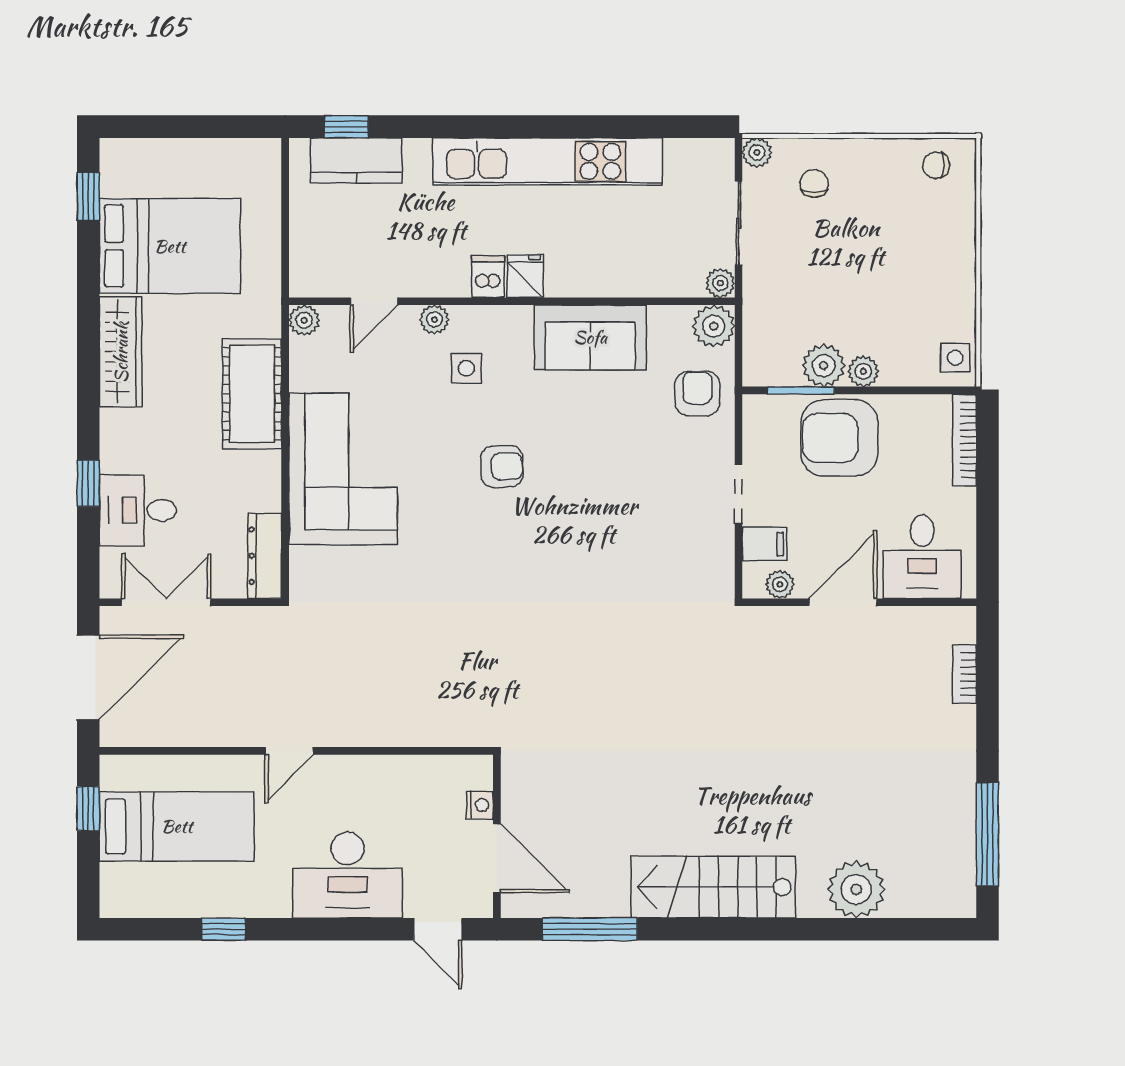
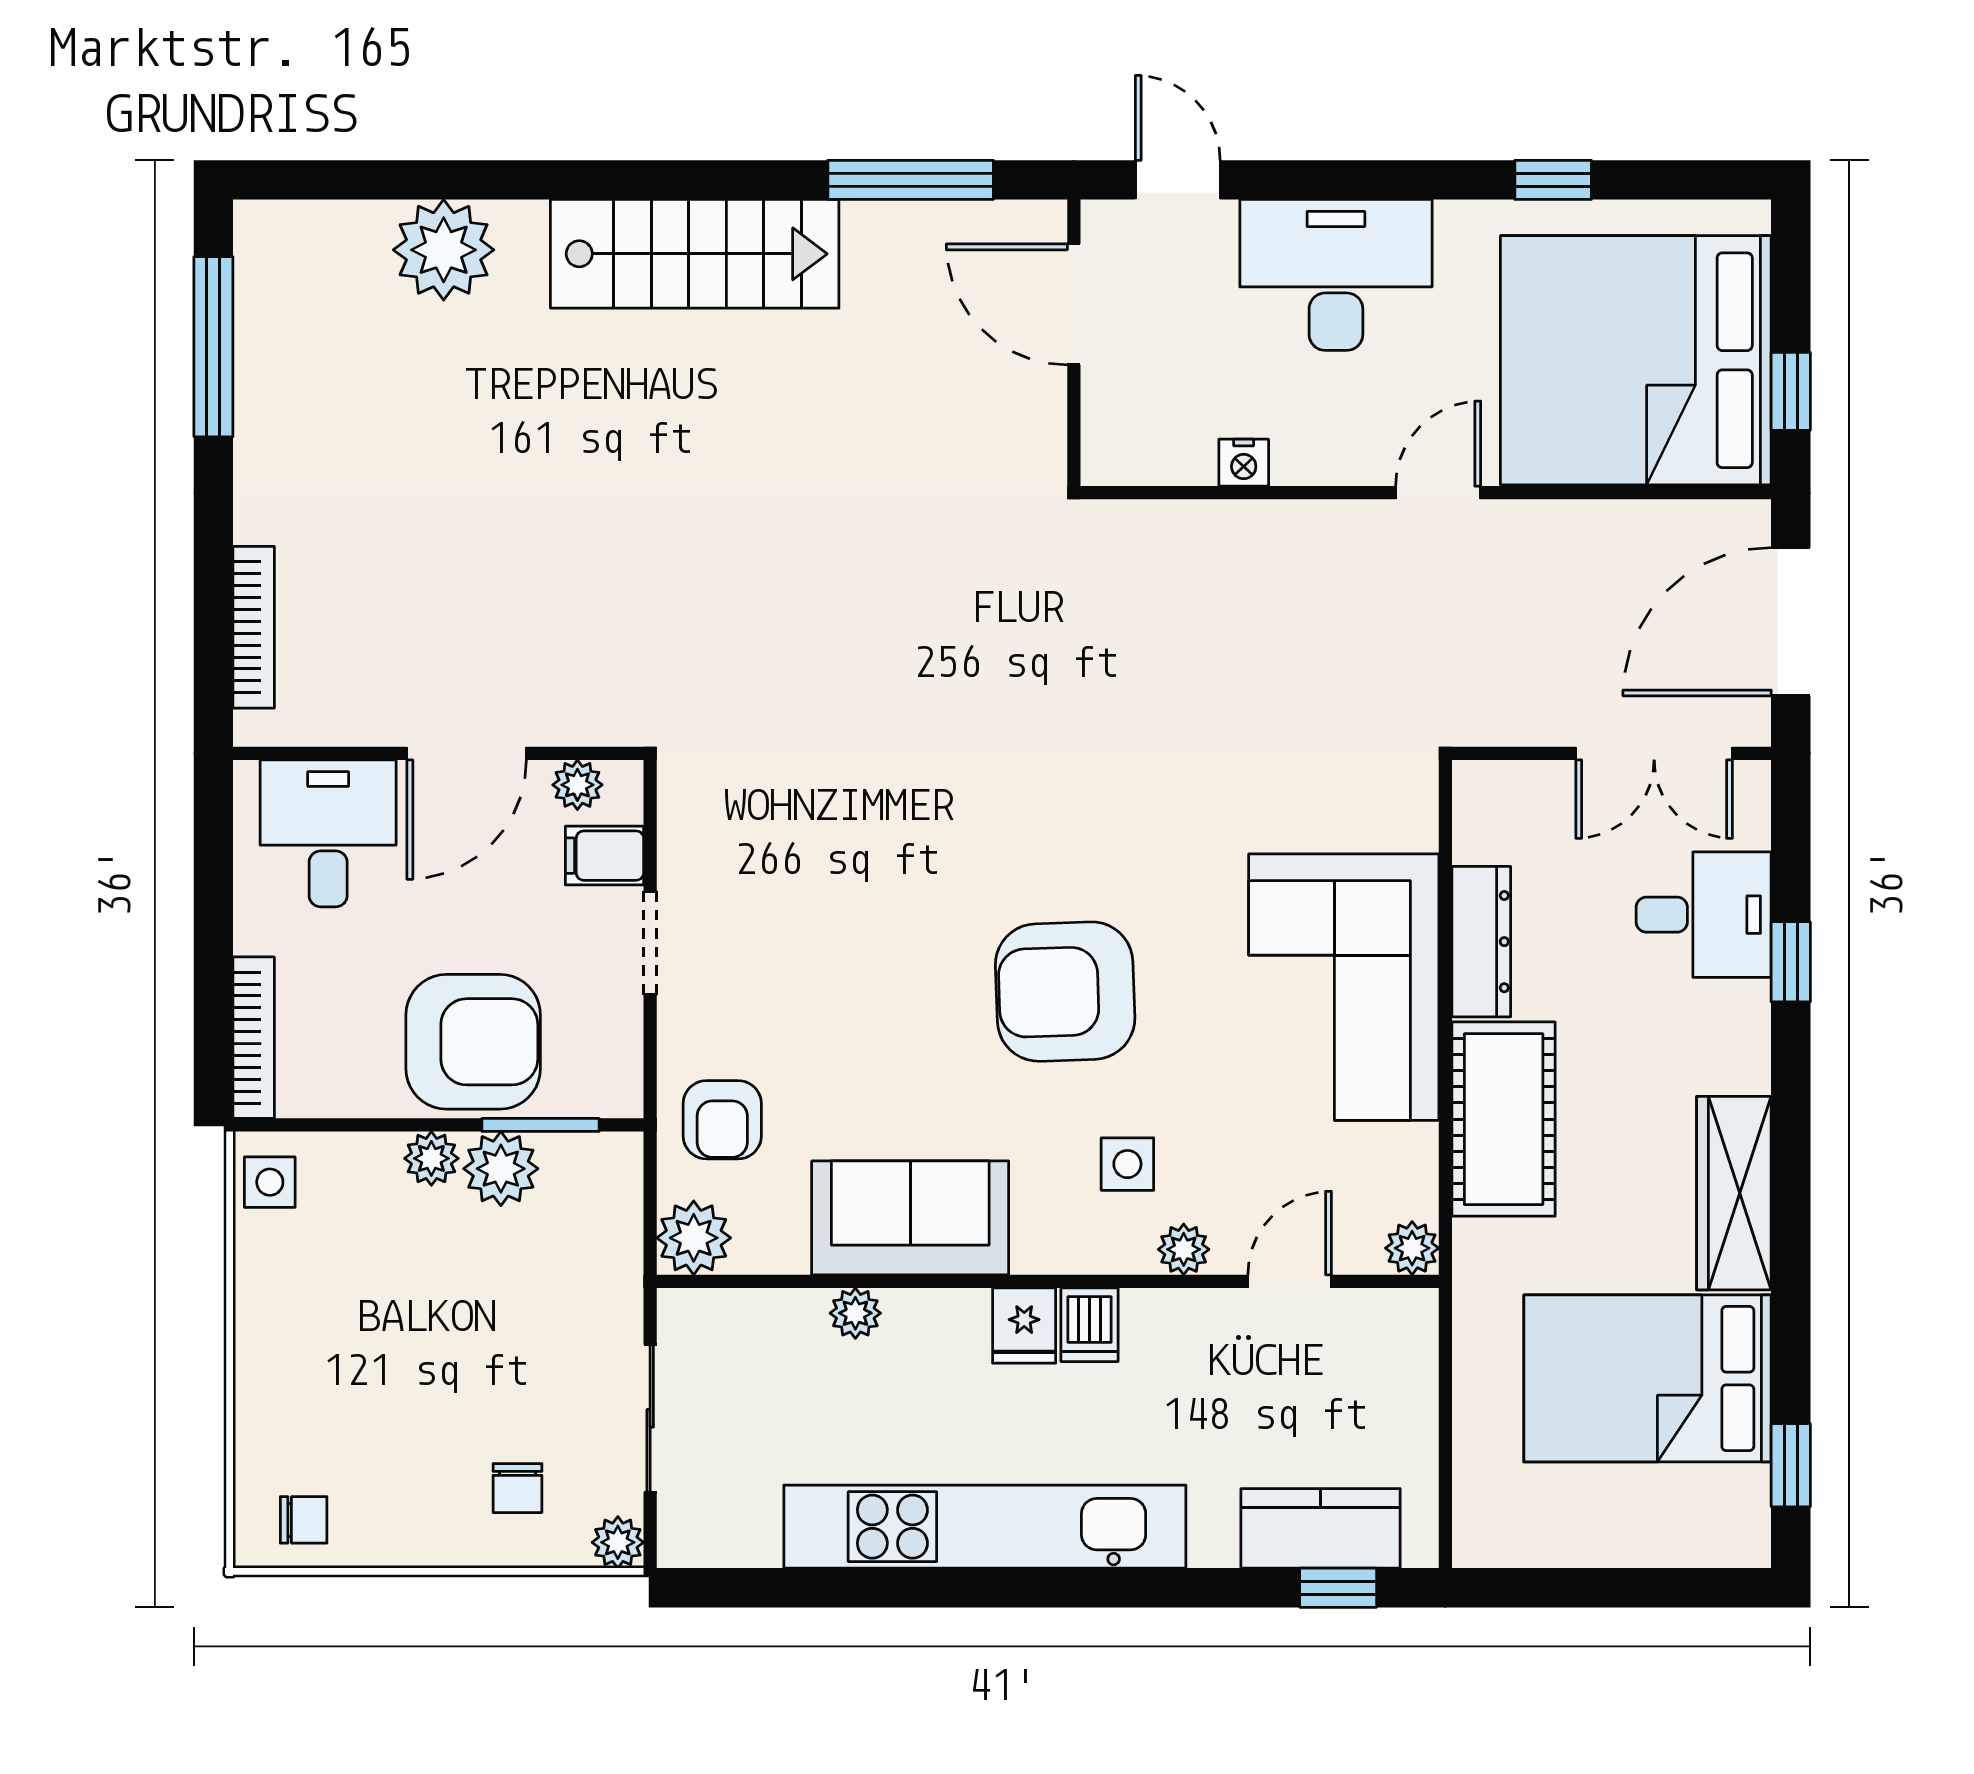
plant: (720, 283) -> (855, 1313), moved
armchair: (502, 466) -> (1065, 992), width x1.88, depth x1.88
dresser: (265, 556) -> (1481, 942), moved
bookcase: (965, 674) -> (254, 627), width x1.56
nightstand: (480, 805) -> (1244, 463), moved, turned -90
bed: (177, 826) -> (1636, 360), width x2.04

